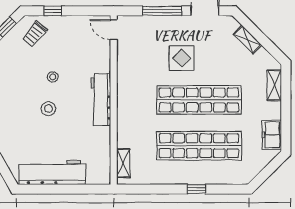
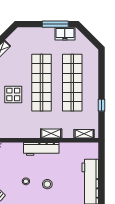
shelving: (274, 85) -> (51, 134), moved
window: (286, 120) -> (55, 24), added
window: (196, 189) -> (102, 105), moved

